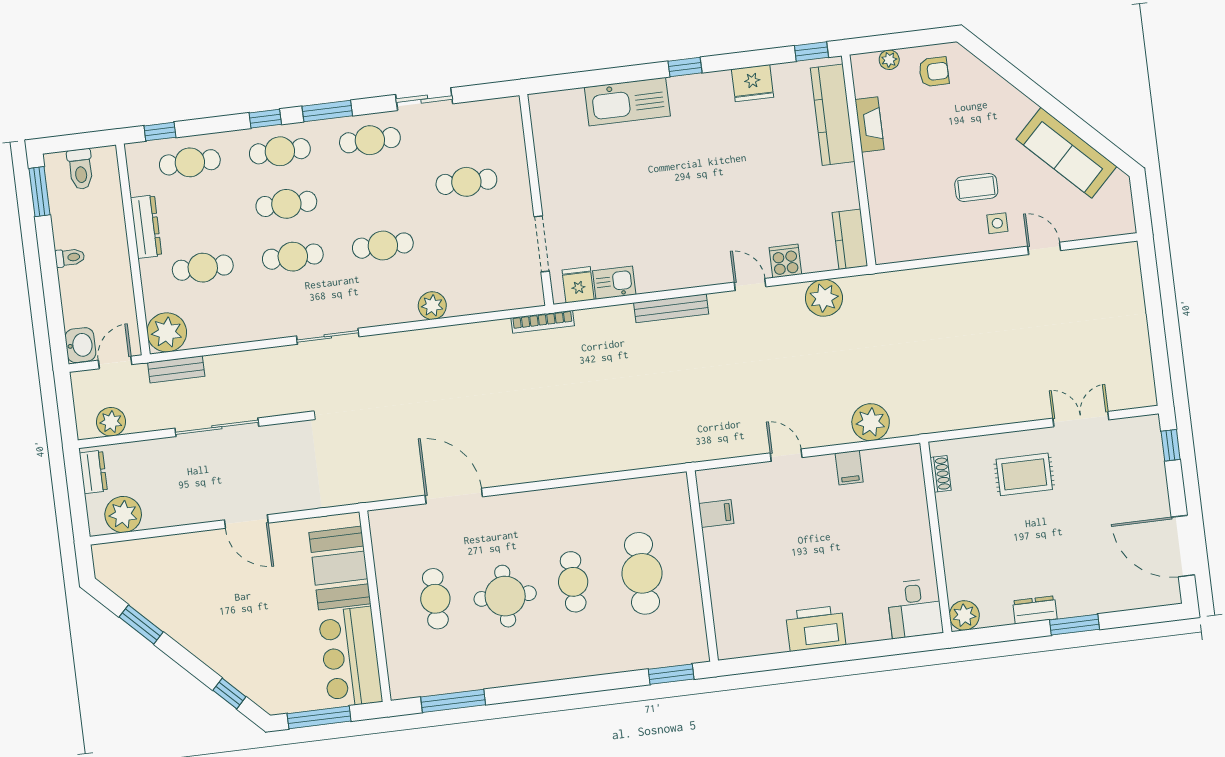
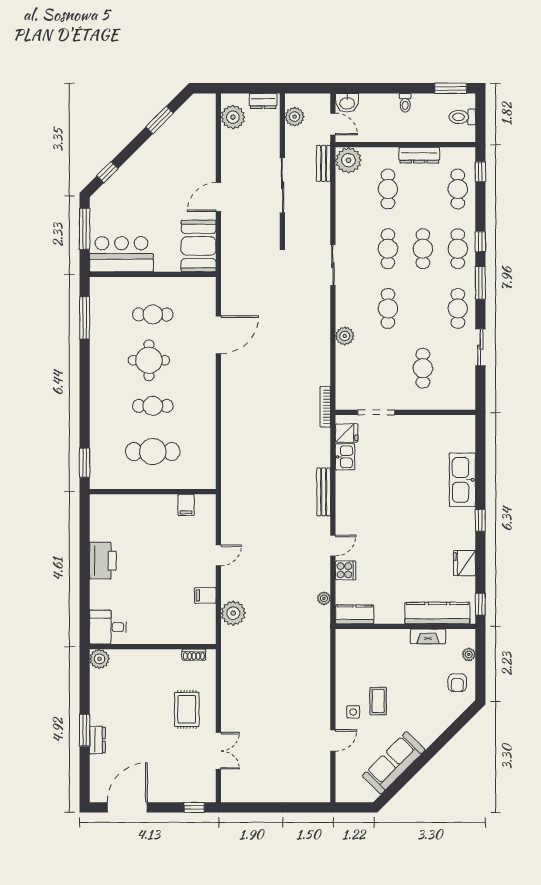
plant: (824, 298) -> (324, 598), width x0.53, depth x0.53
booth: (340, 568) -> (199, 246), moved, turned 90
dresser: (1035, 610) -> (97, 740), moved

